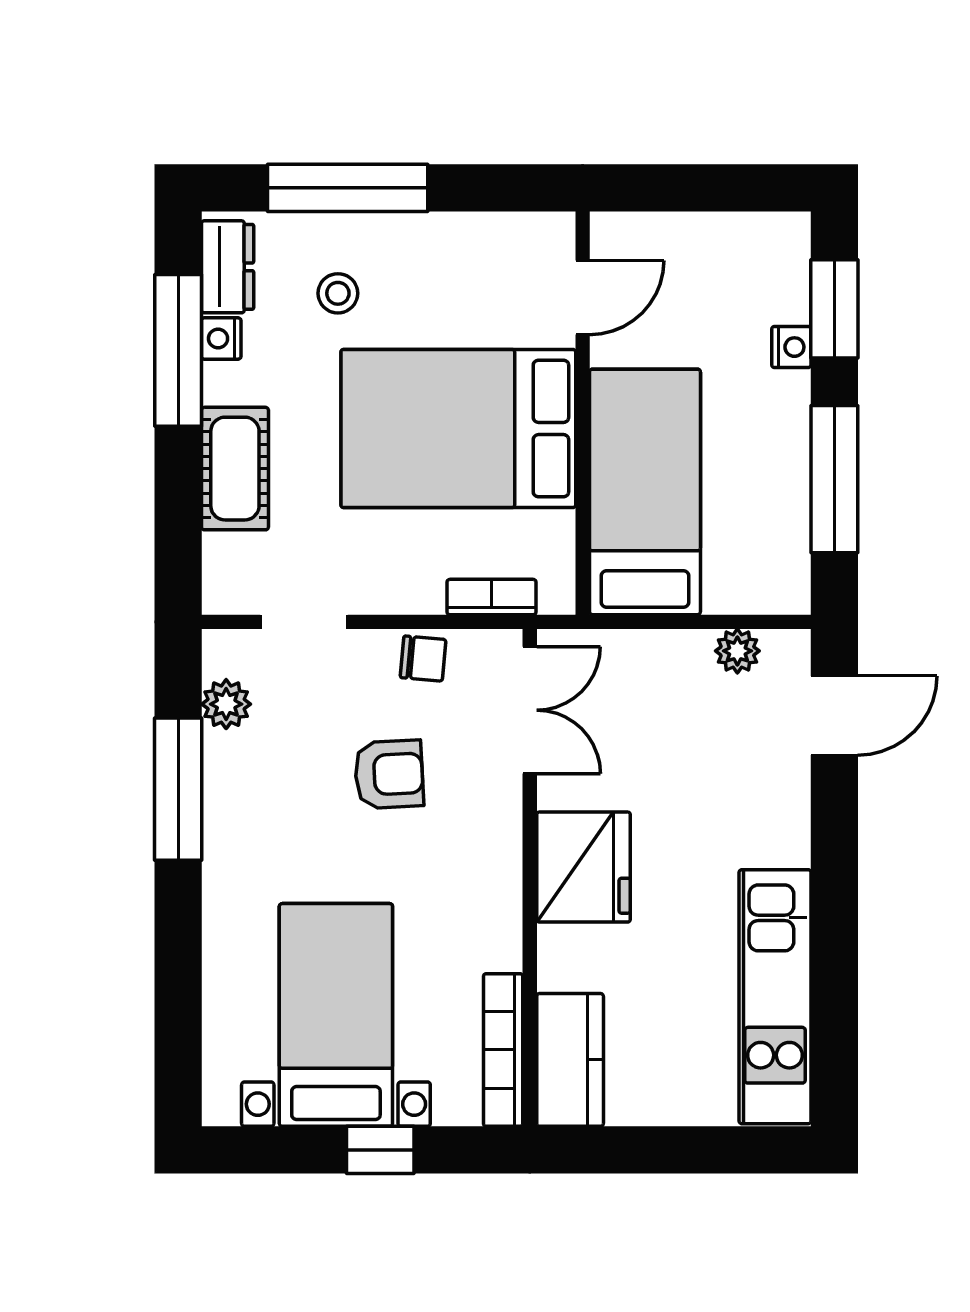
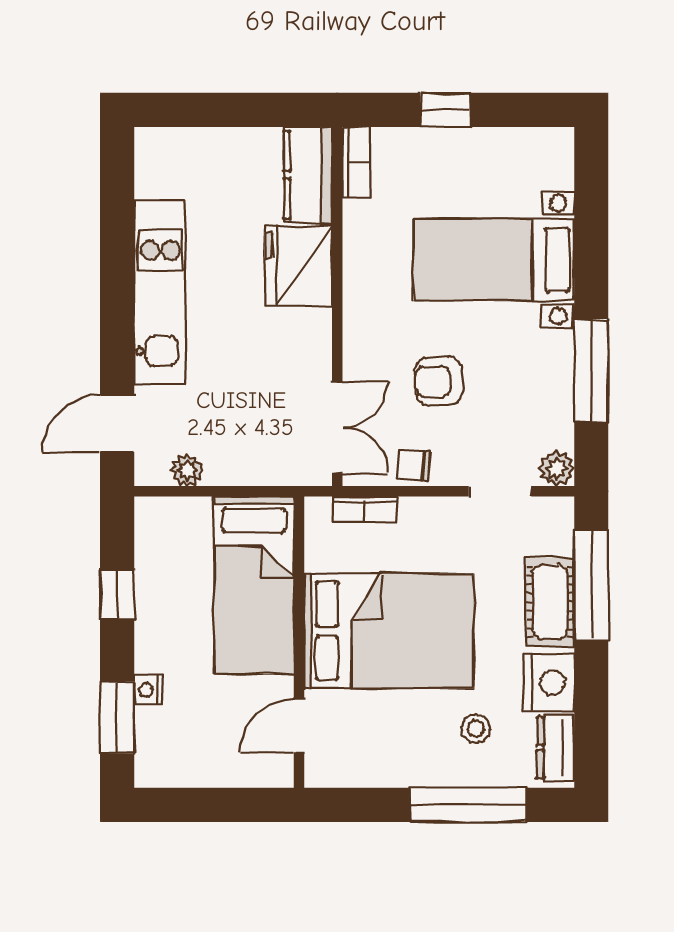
nightstand: (221, 339) -> (549, 683), width x1.89, depth x1.79
window: (178, 350) -> (591, 585), moved
window: (834, 479) -> (117, 594), width x0.46
plant: (226, 704) -> (557, 468), moved
double door: (530, 710) -> (337, 428), swing flipped
fridge: (583, 867) -> (298, 266), moved
kitchen unit: (775, 997) -> (160, 292), moved
bed with nightstands: (336, 1015) -> (494, 260), moved, turned 90
bookcase: (503, 1050) -> (356, 162), width x0.64

